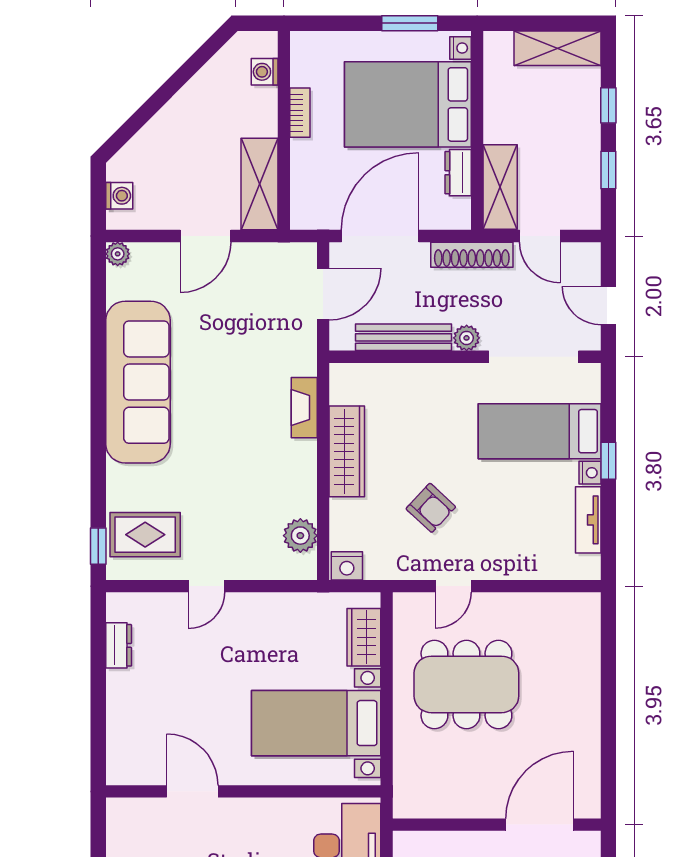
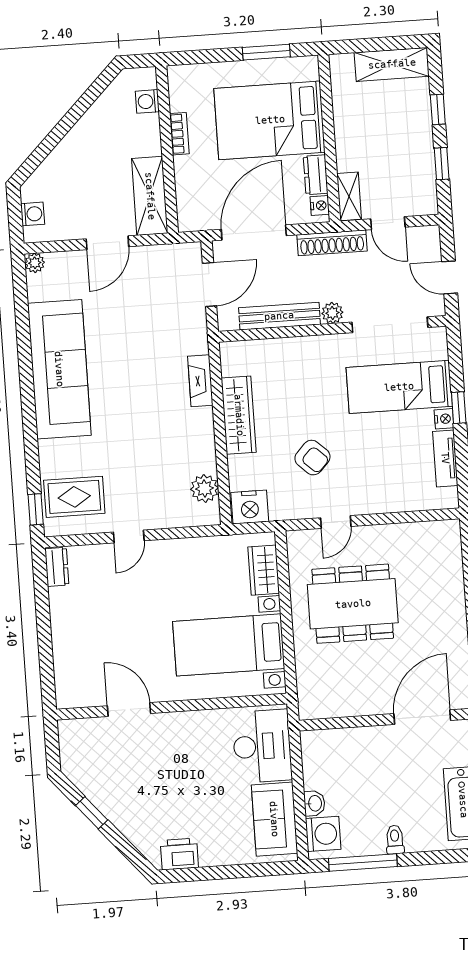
nightstand: (460, 48) -> (320, 206), moved
shelving: (500, 187) -> (349, 196), width x0.67, depth x0.75
nightstand: (347, 566) -> (250, 507), width x1.36, depth x1.33
dresser: (119, 645) -> (57, 567), moved

